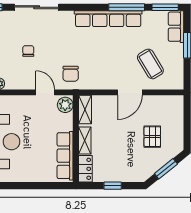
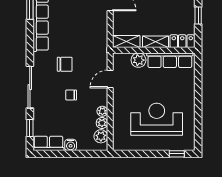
chair: (71, 74) -> (65, 64), moved
plant: (11, 84) -> (102, 111), added
plant: (65, 105) -> (138, 60), moved

